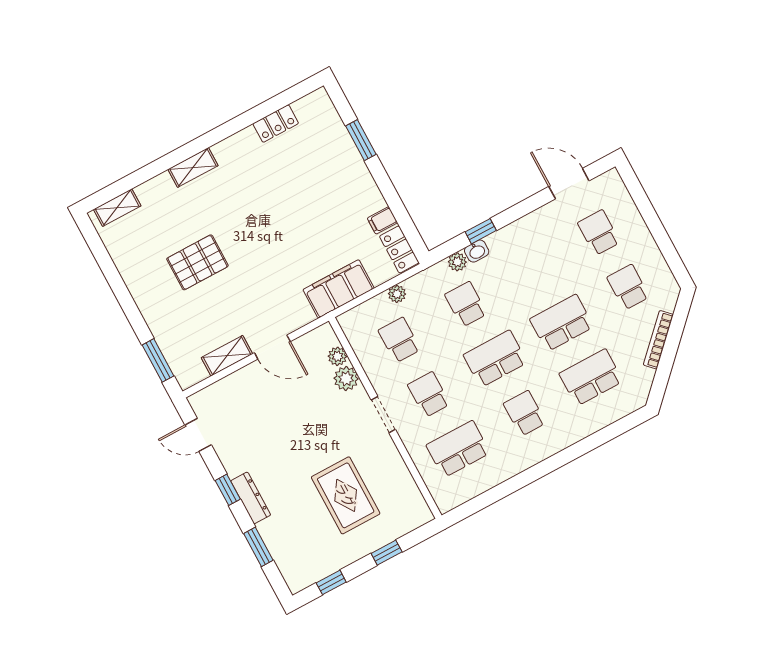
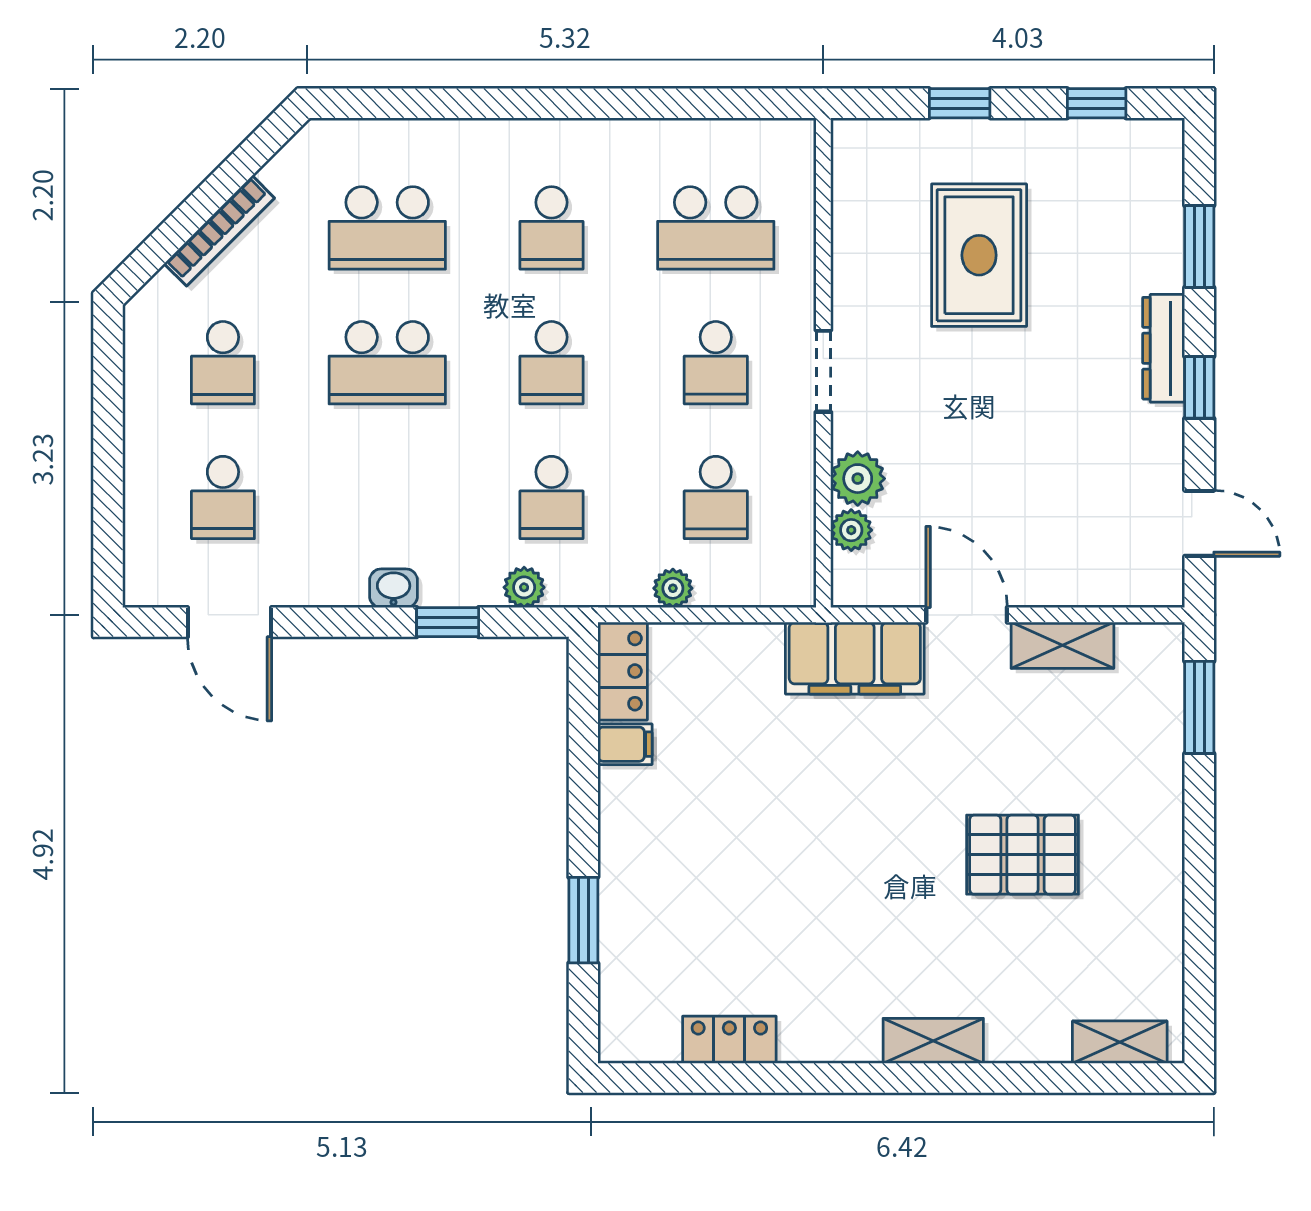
washbasin: (477, 251) -> (394, 588), moved
filing cabinet: (339, 289) -> (855, 658), moved
school desk: (495, 359) -> (551, 363), width x0.54

